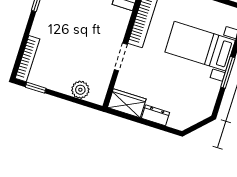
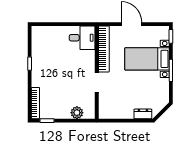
wardrobe: (127, 103) -> (110, 112), removed
dresser: (156, 115) -> (143, 114), moved

